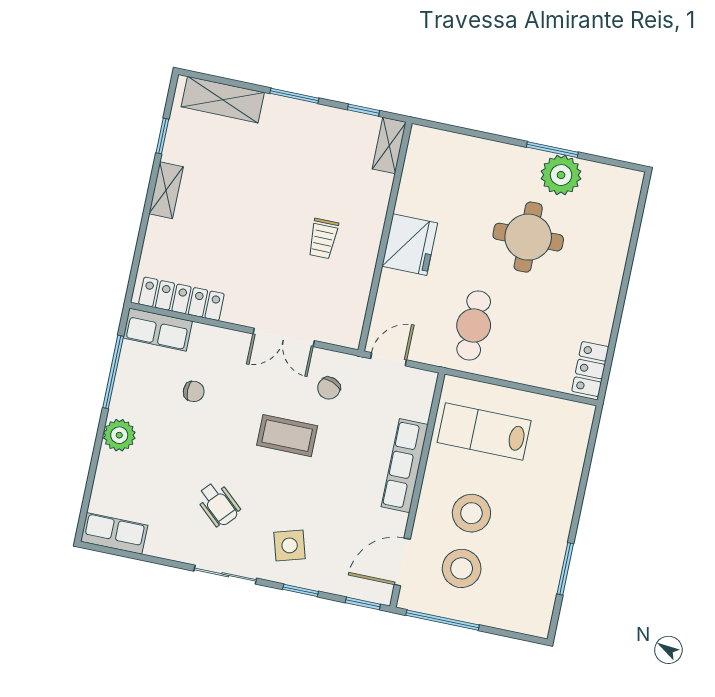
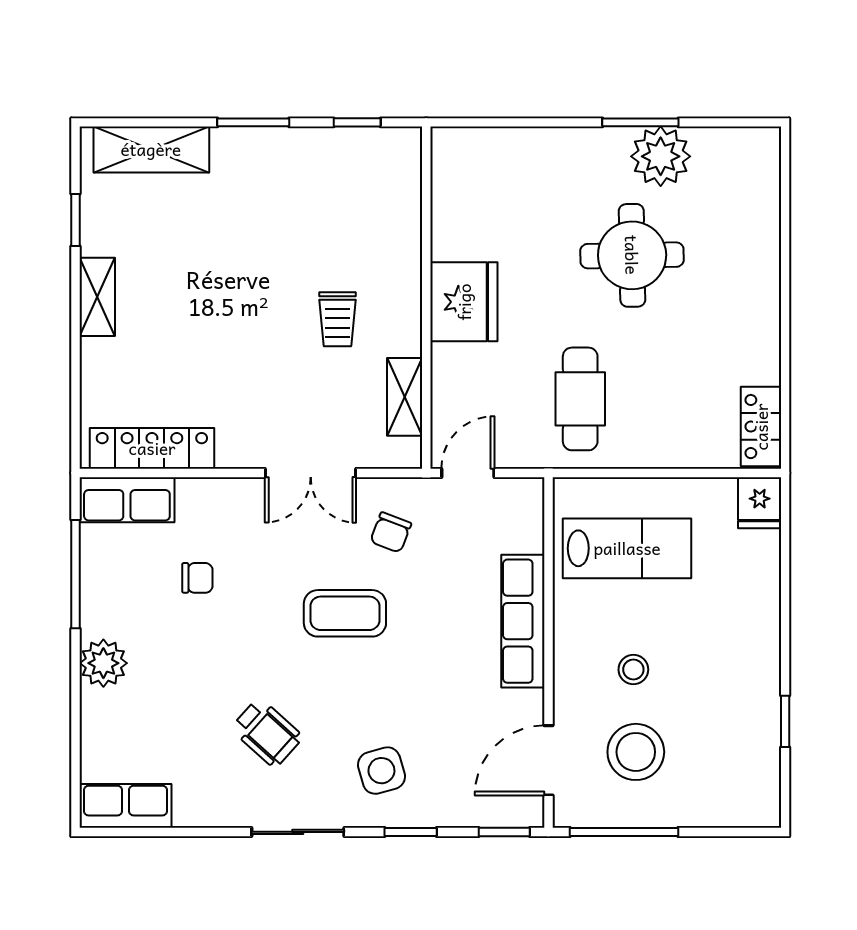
shelving: (389, 145) -> (405, 397), moved
fridge: (579, 420) -> (760, 503), added
lab bench: (484, 432) -> (627, 548), turned 180
stool: (471, 513) -> (633, 670), width x0.53, depth x0.53
window: (565, 569) -> (785, 721), width x0.67

